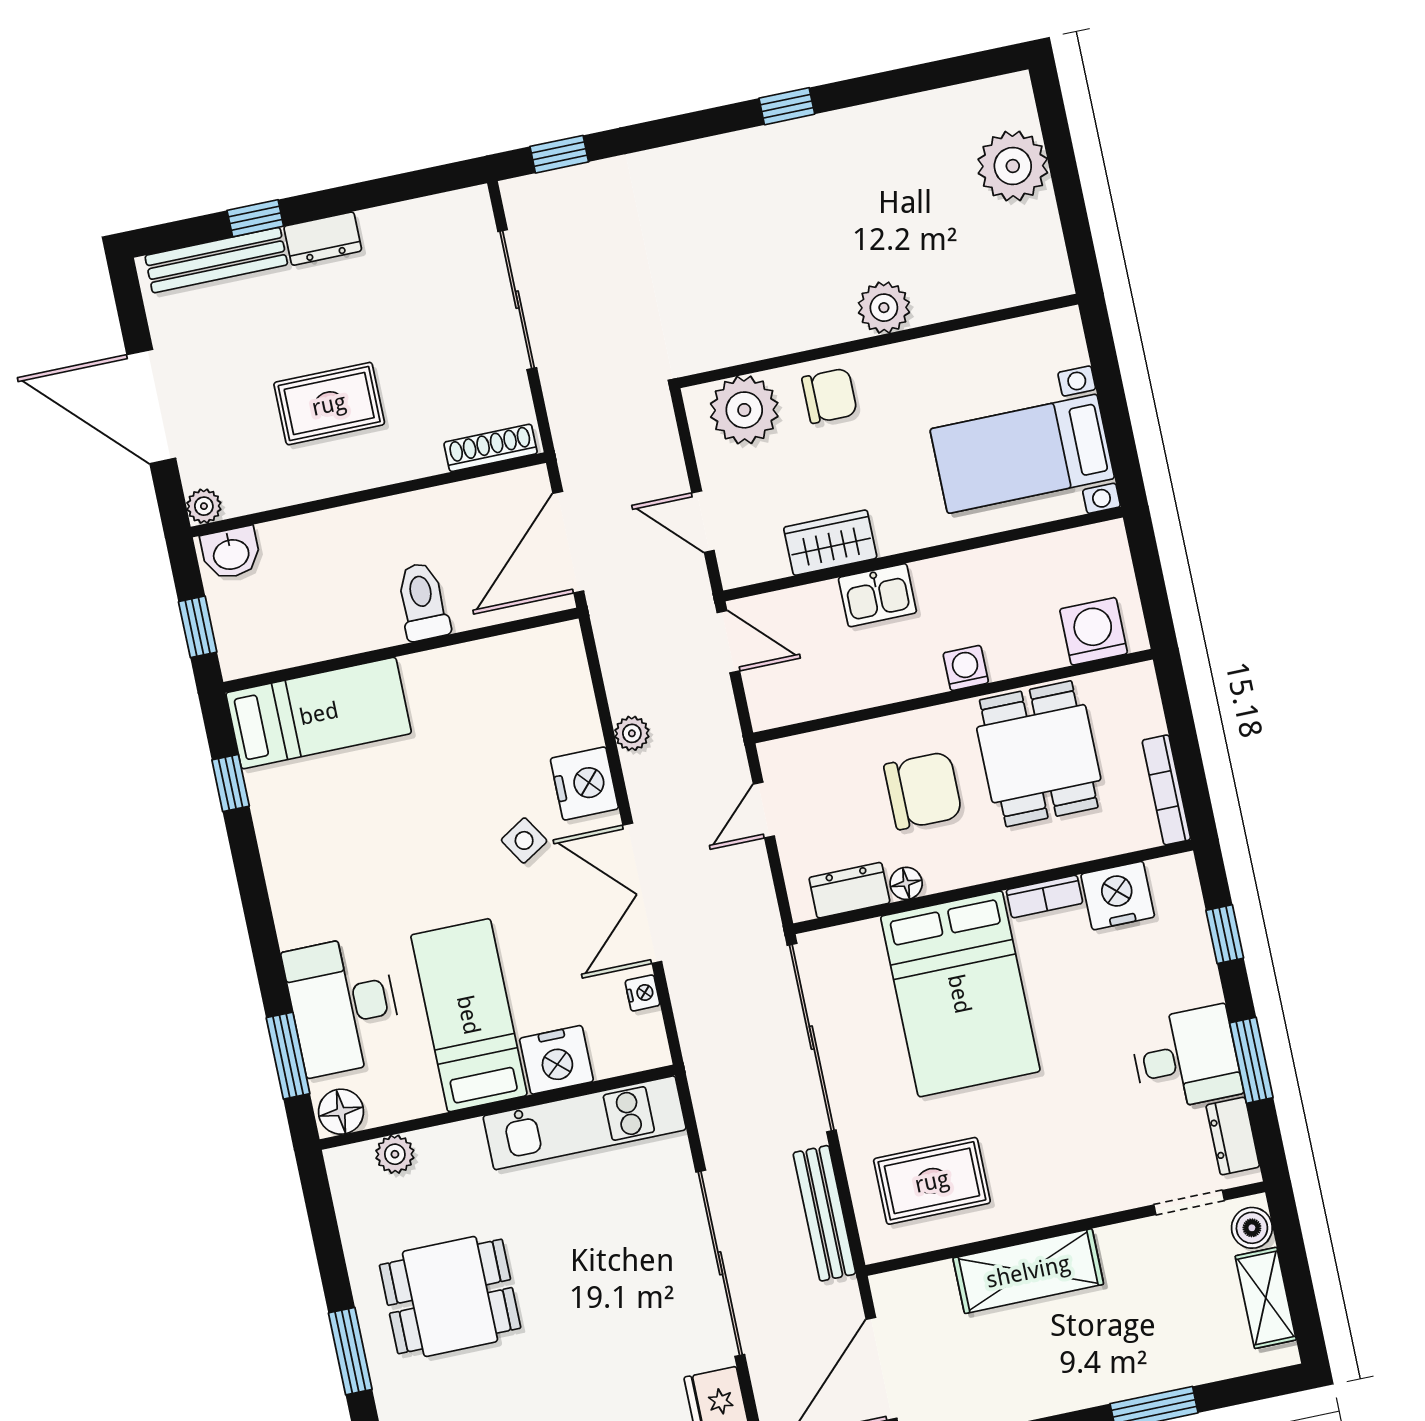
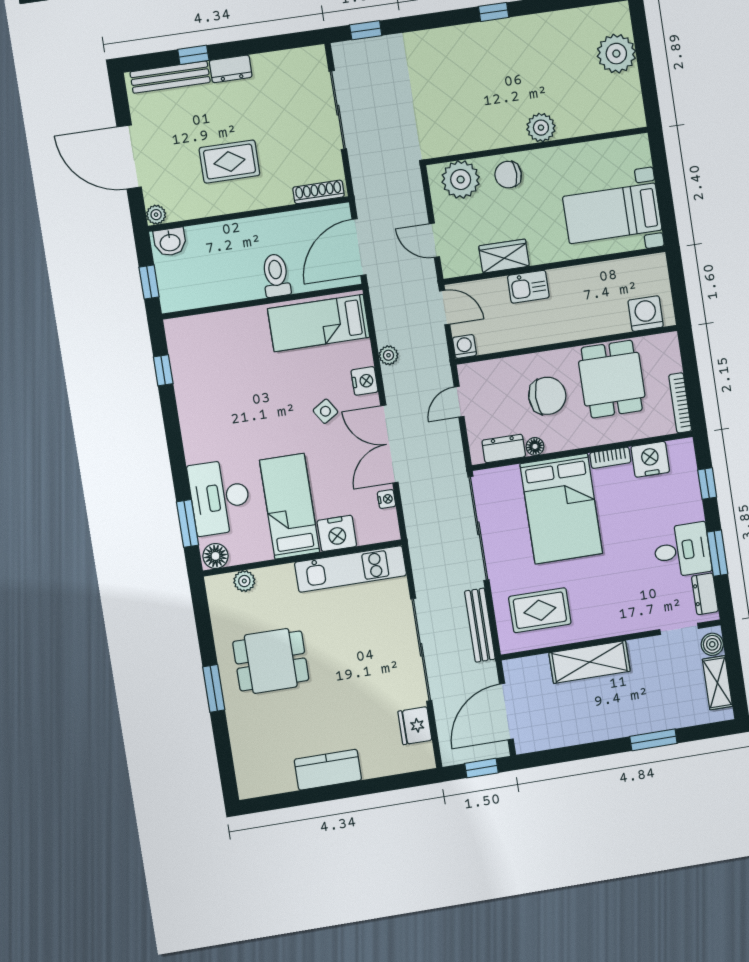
chair: (830, 396) -> (508, 175), turned 180
washing machine: (966, 668) -> (464, 346), moved
bed: (319, 713) -> (319, 323), moved, turned 180
nightstand: (584, 784) -> (365, 381), width x0.74, depth x0.75

